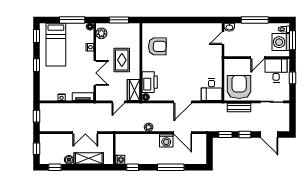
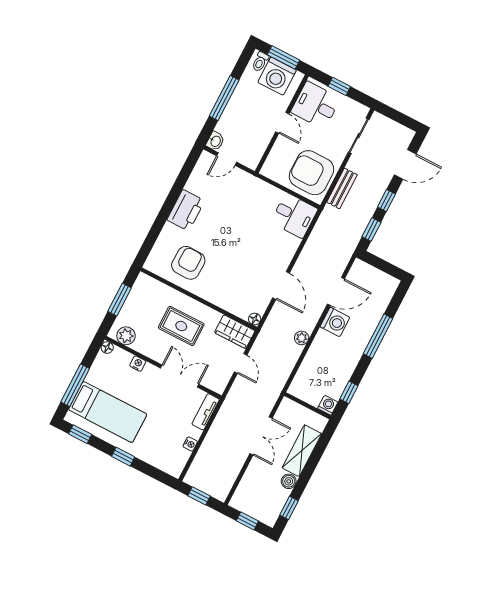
window: (72, 20) -> (75, 385), moved
door: (223, 38) -> (227, 159), hinge flipped
printer: (150, 82) -> (186, 210), moved, turned 90
door: (183, 102) -> (281, 285), moved

